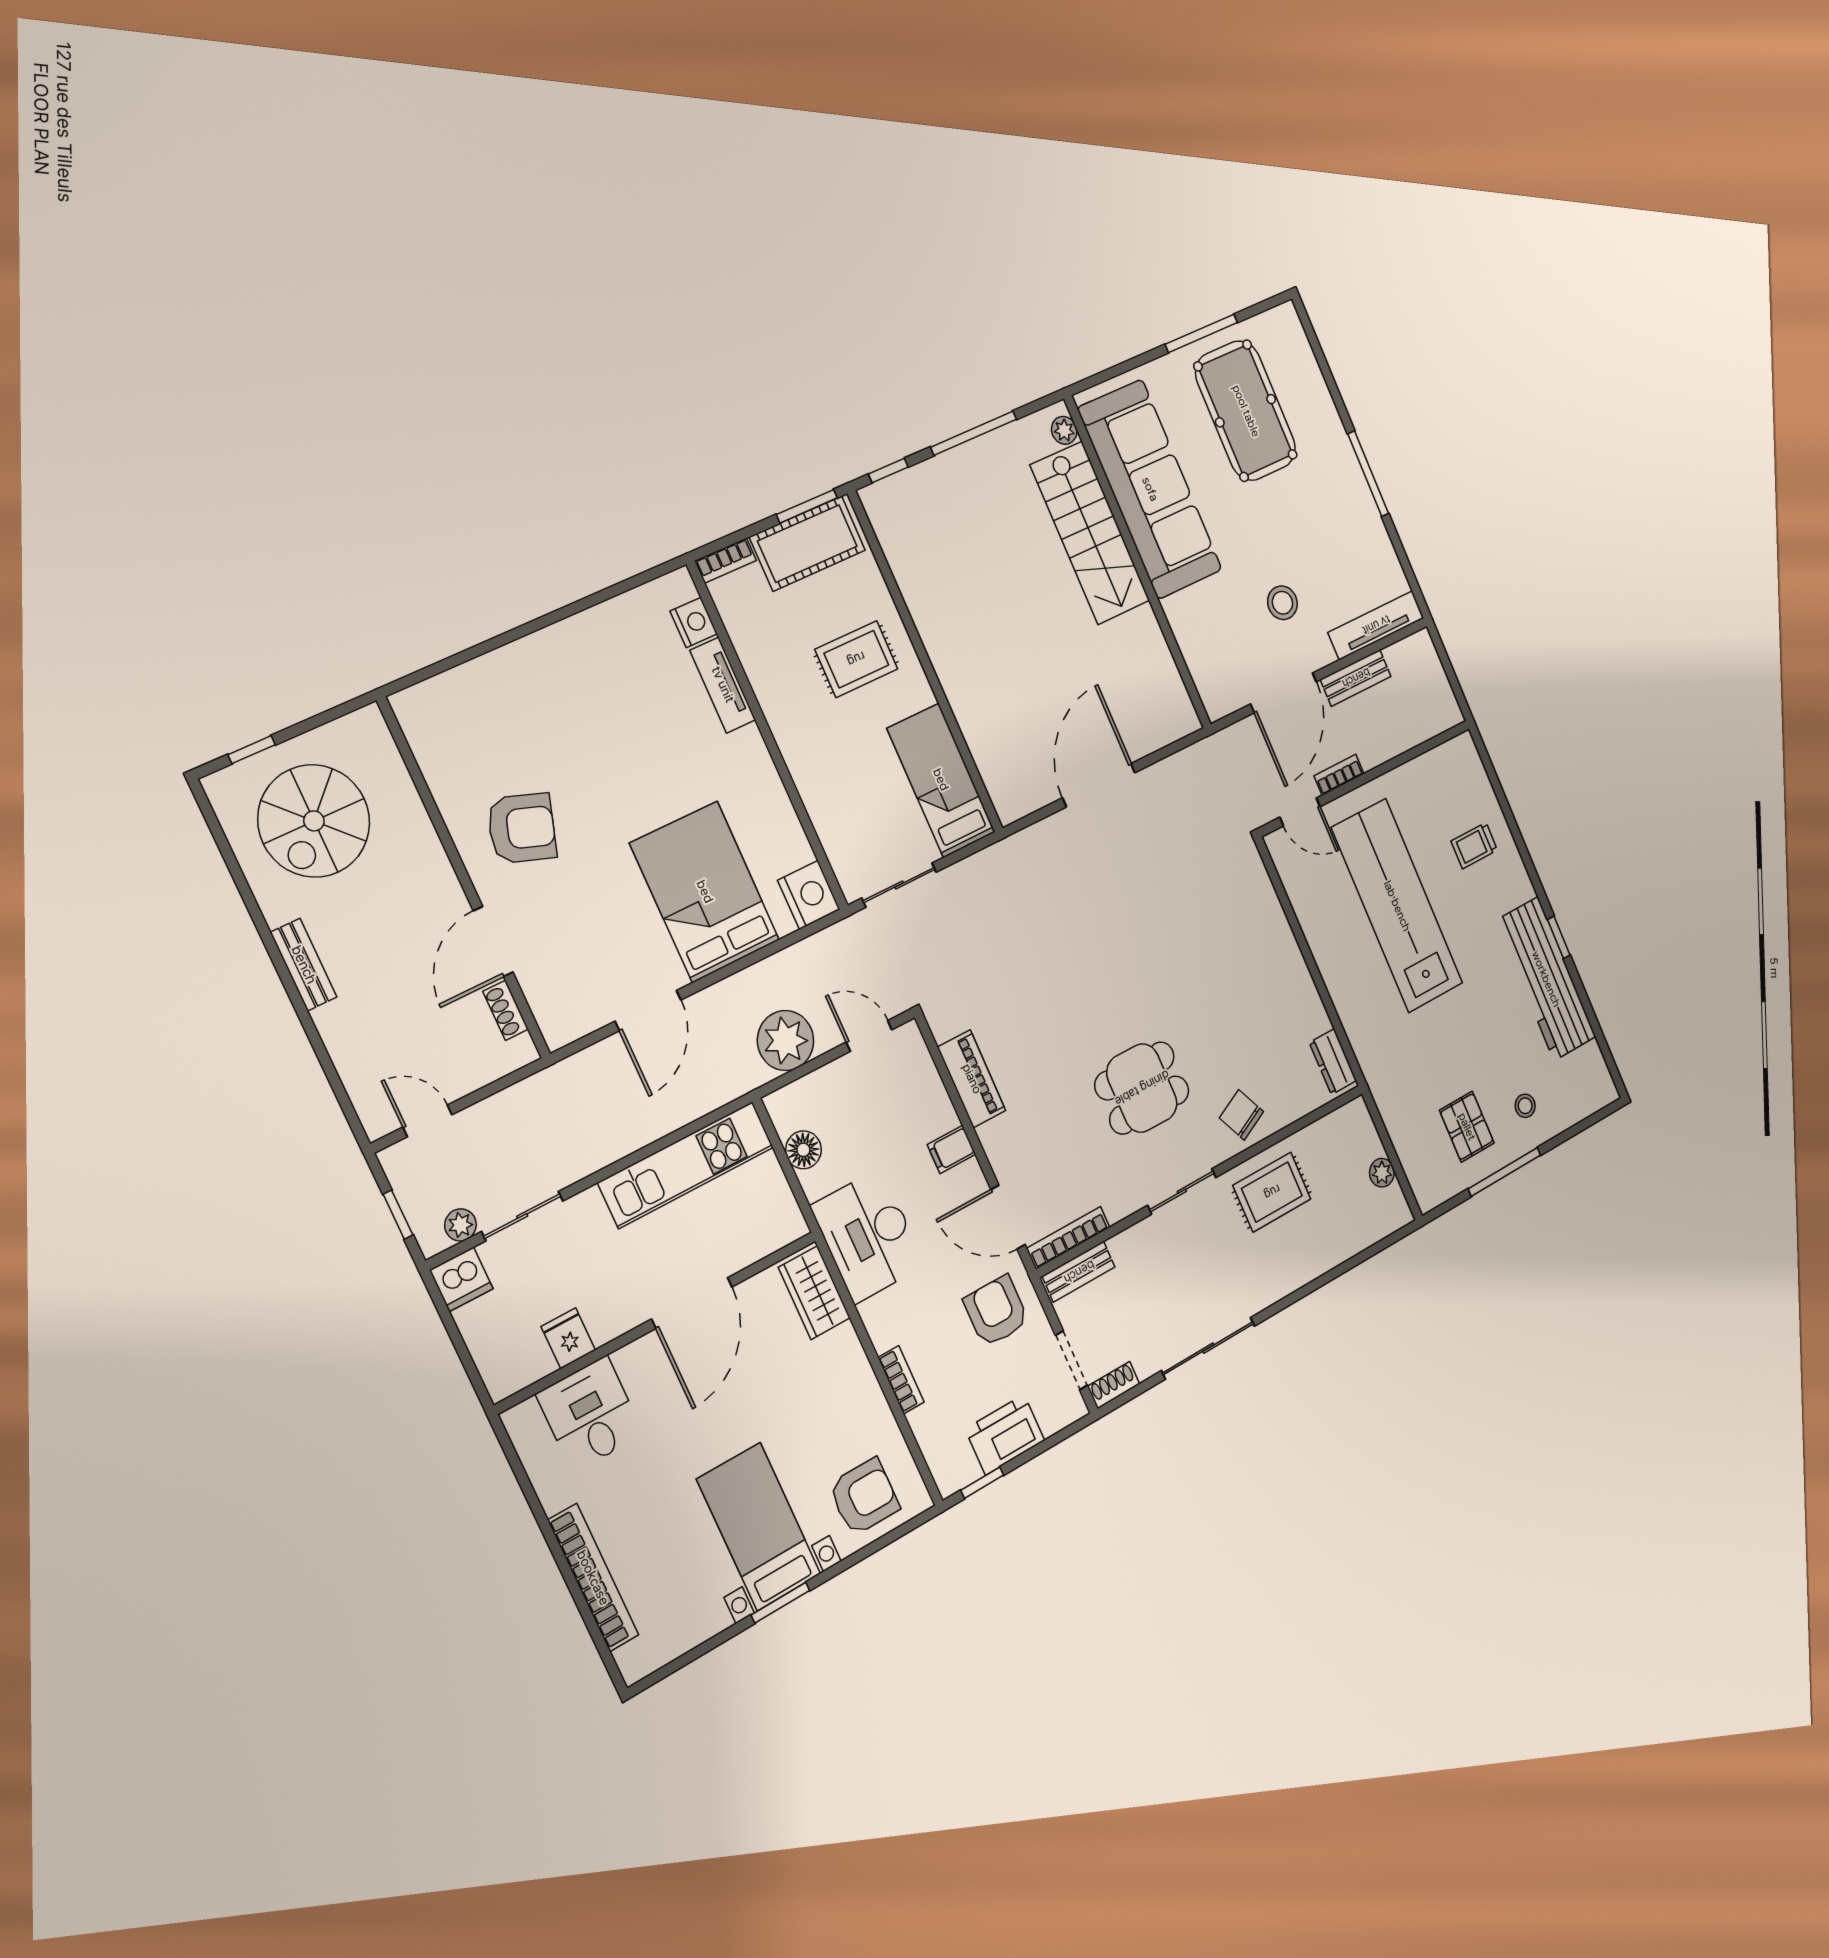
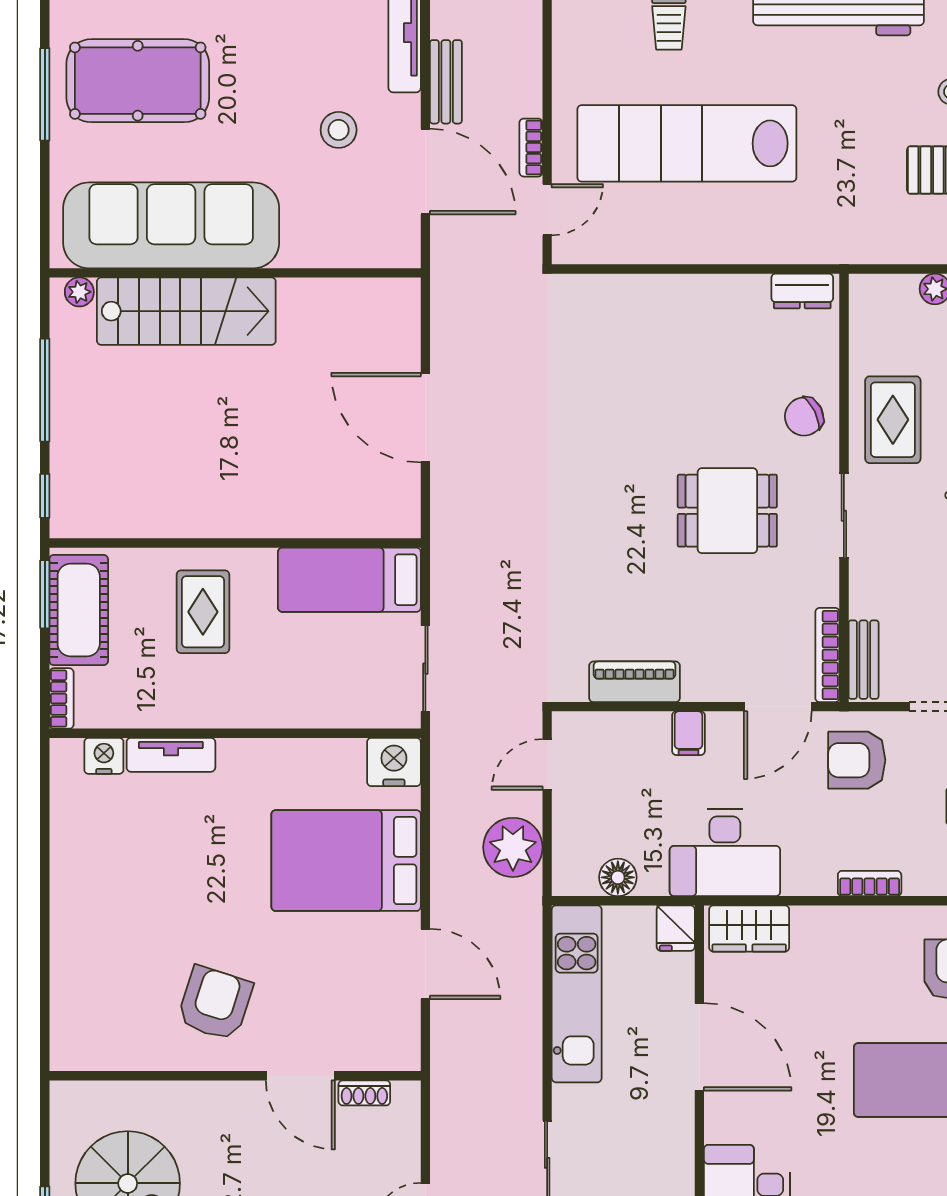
dining table: (1142, 1088) -> (727, 511), turned 90
fridge: (568, 1338) -> (676, 928), moved, turned -90

